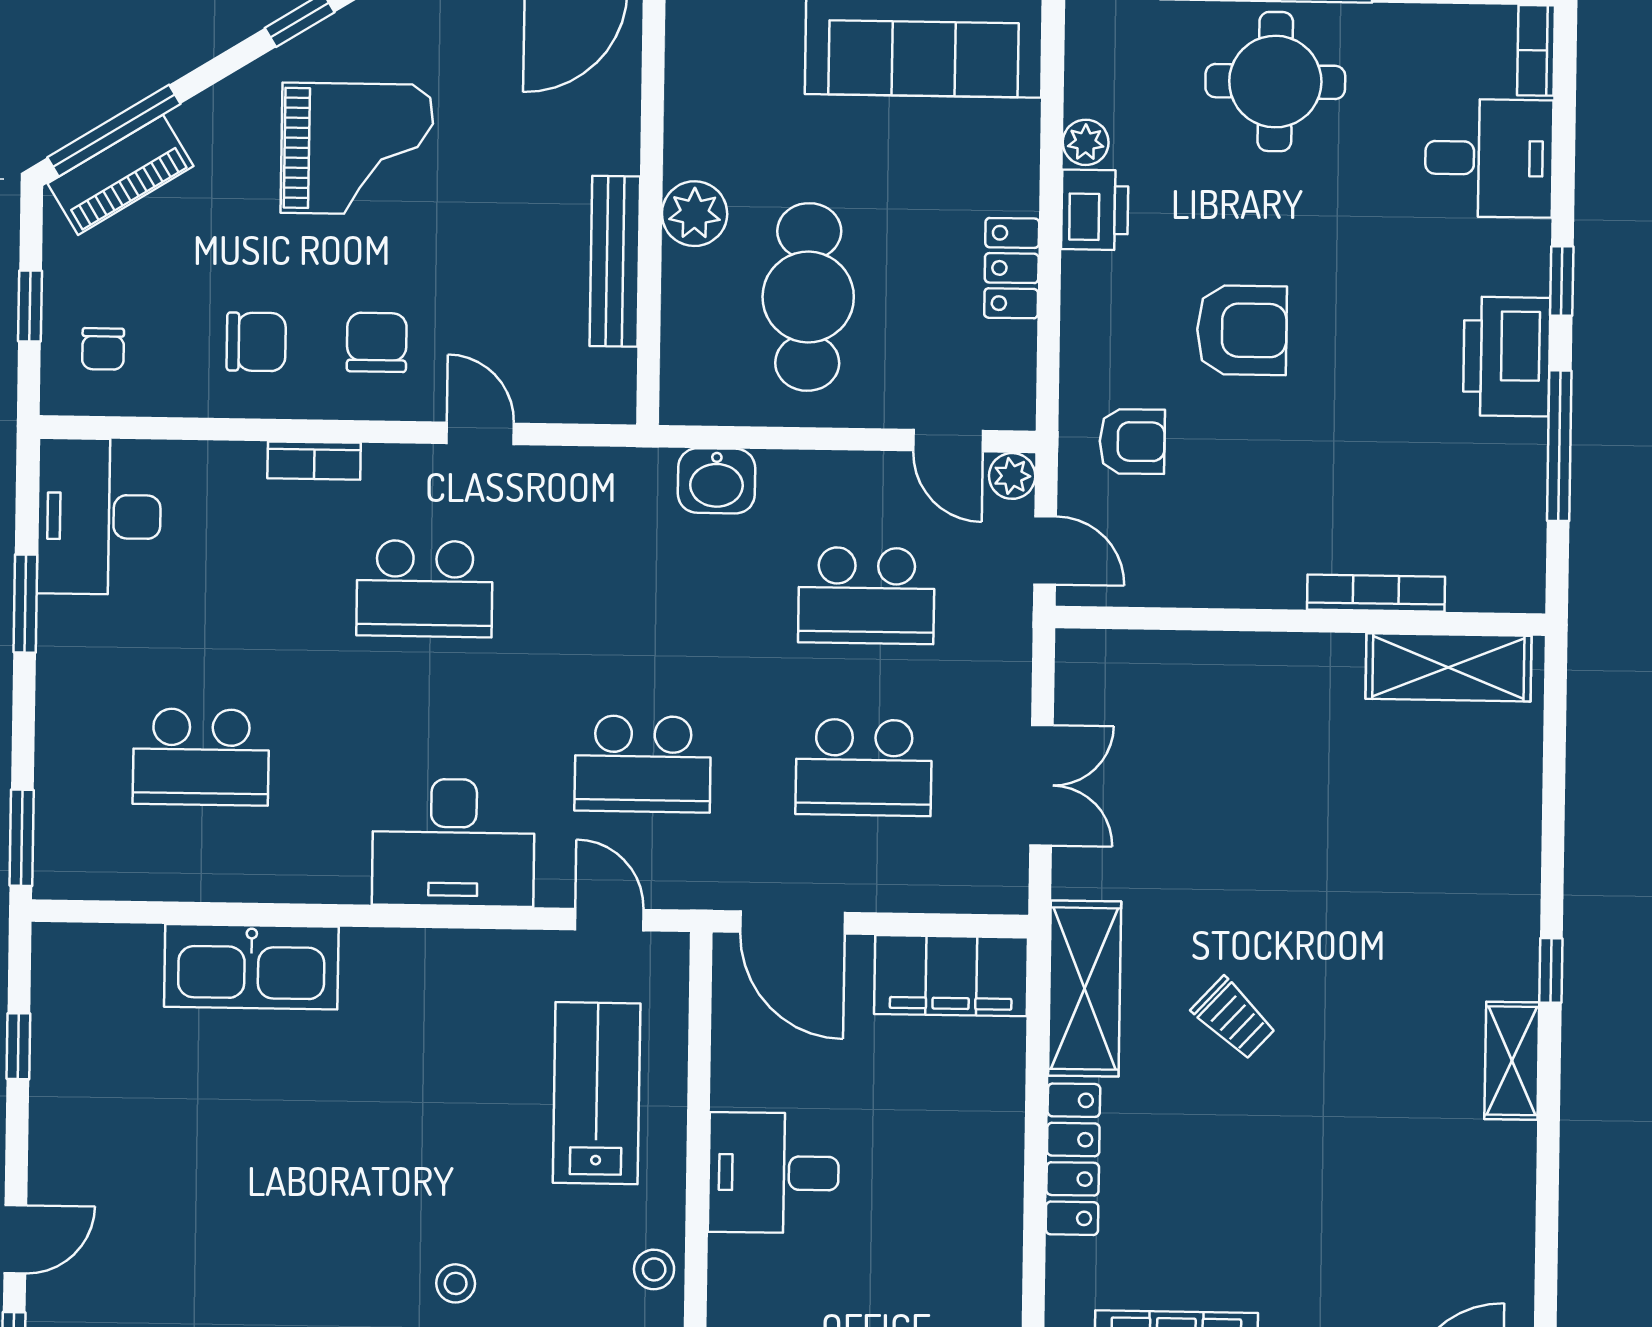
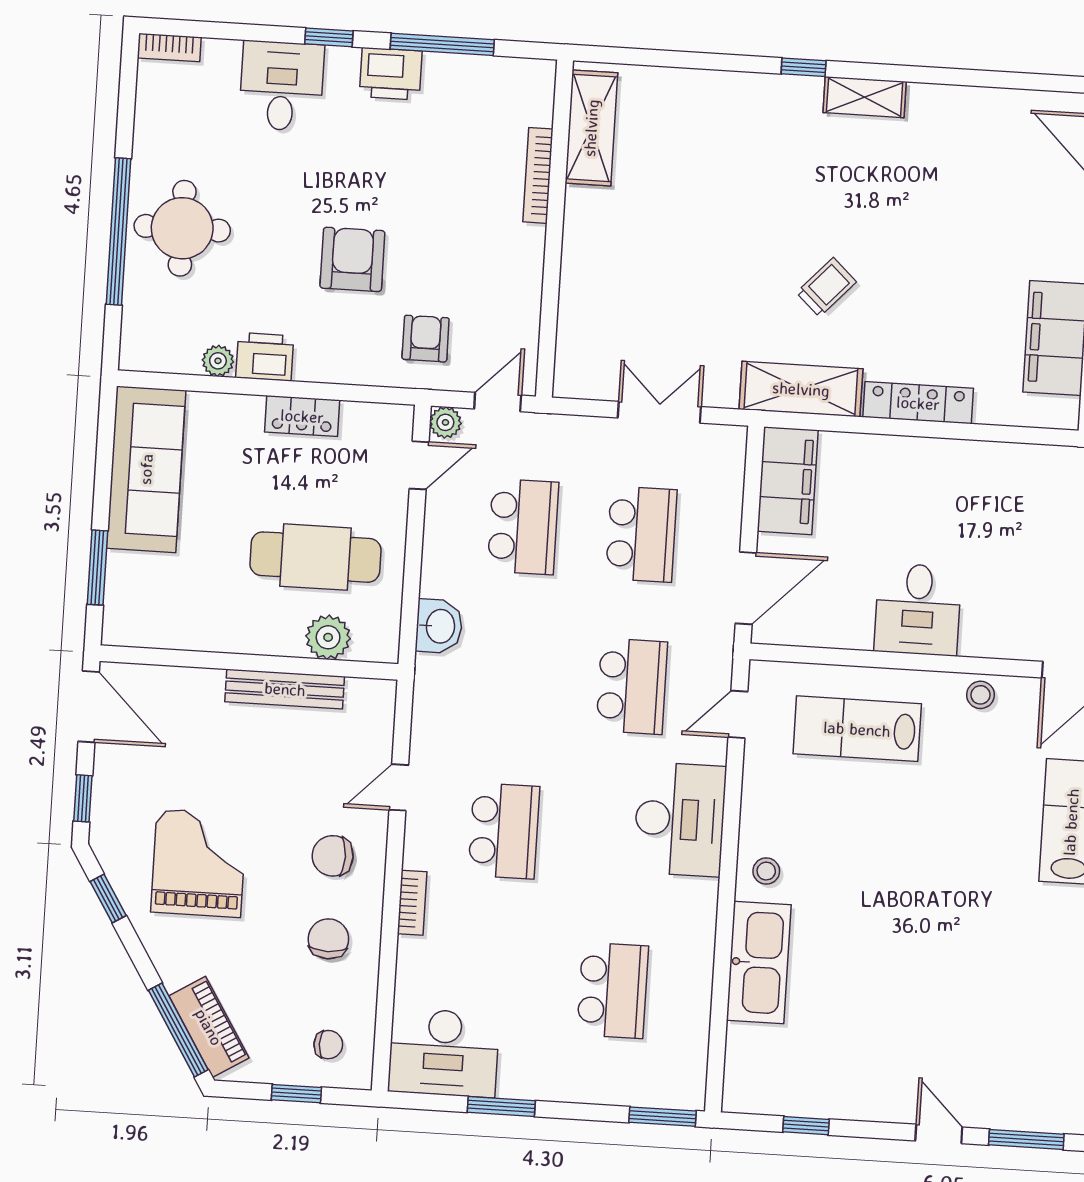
desk: (1489, 158) -> (282, 86), moved
plant: (695, 214) -> (328, 637), moved
printer: (1507, 357) -> (391, 74), width x0.73, depth x0.84
stool: (456, 1283) -> (766, 871), moved

